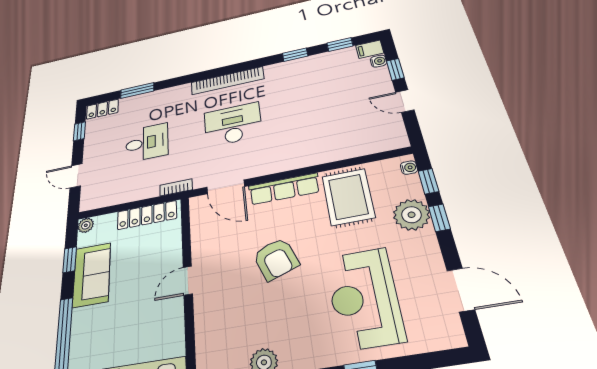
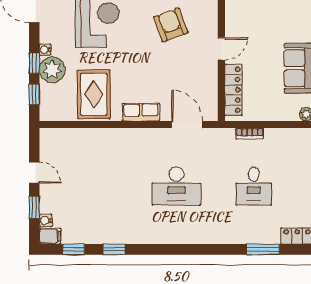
bookcase: (227, 81) -> (178, 237), removed
desk: (147, 143) -> (254, 186), turned -90
water cooler: (409, 168) -> (45, 50), moved
bookcase: (176, 187) -> (250, 133), moved
row of seats: (284, 189) -> (141, 112), width x0.68
locker: (147, 215) -> (233, 90), moved, turned 90
armchair: (276, 259) -> (171, 25), moved

